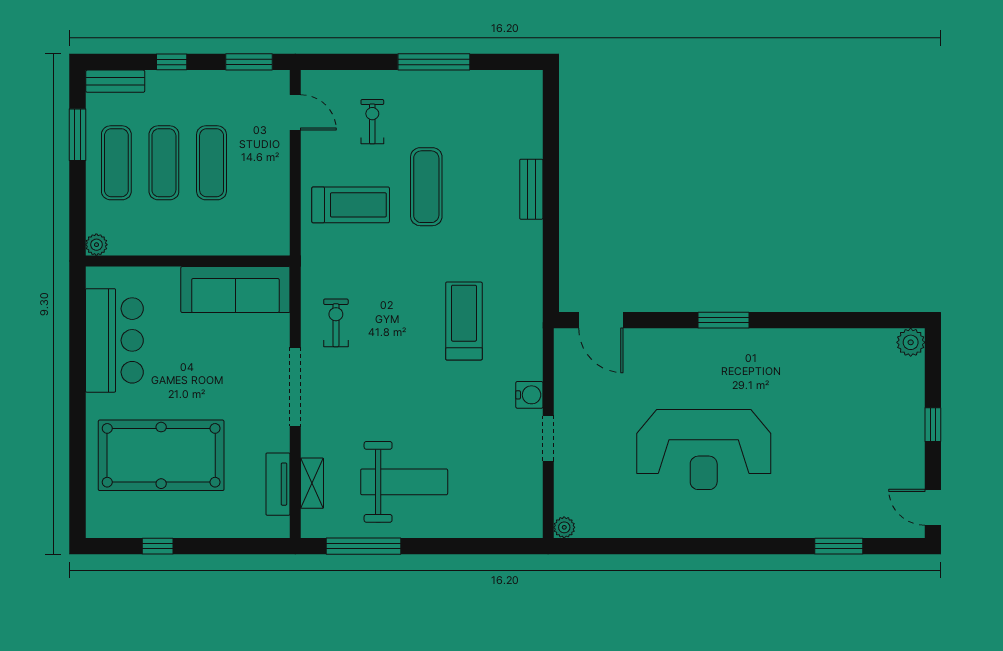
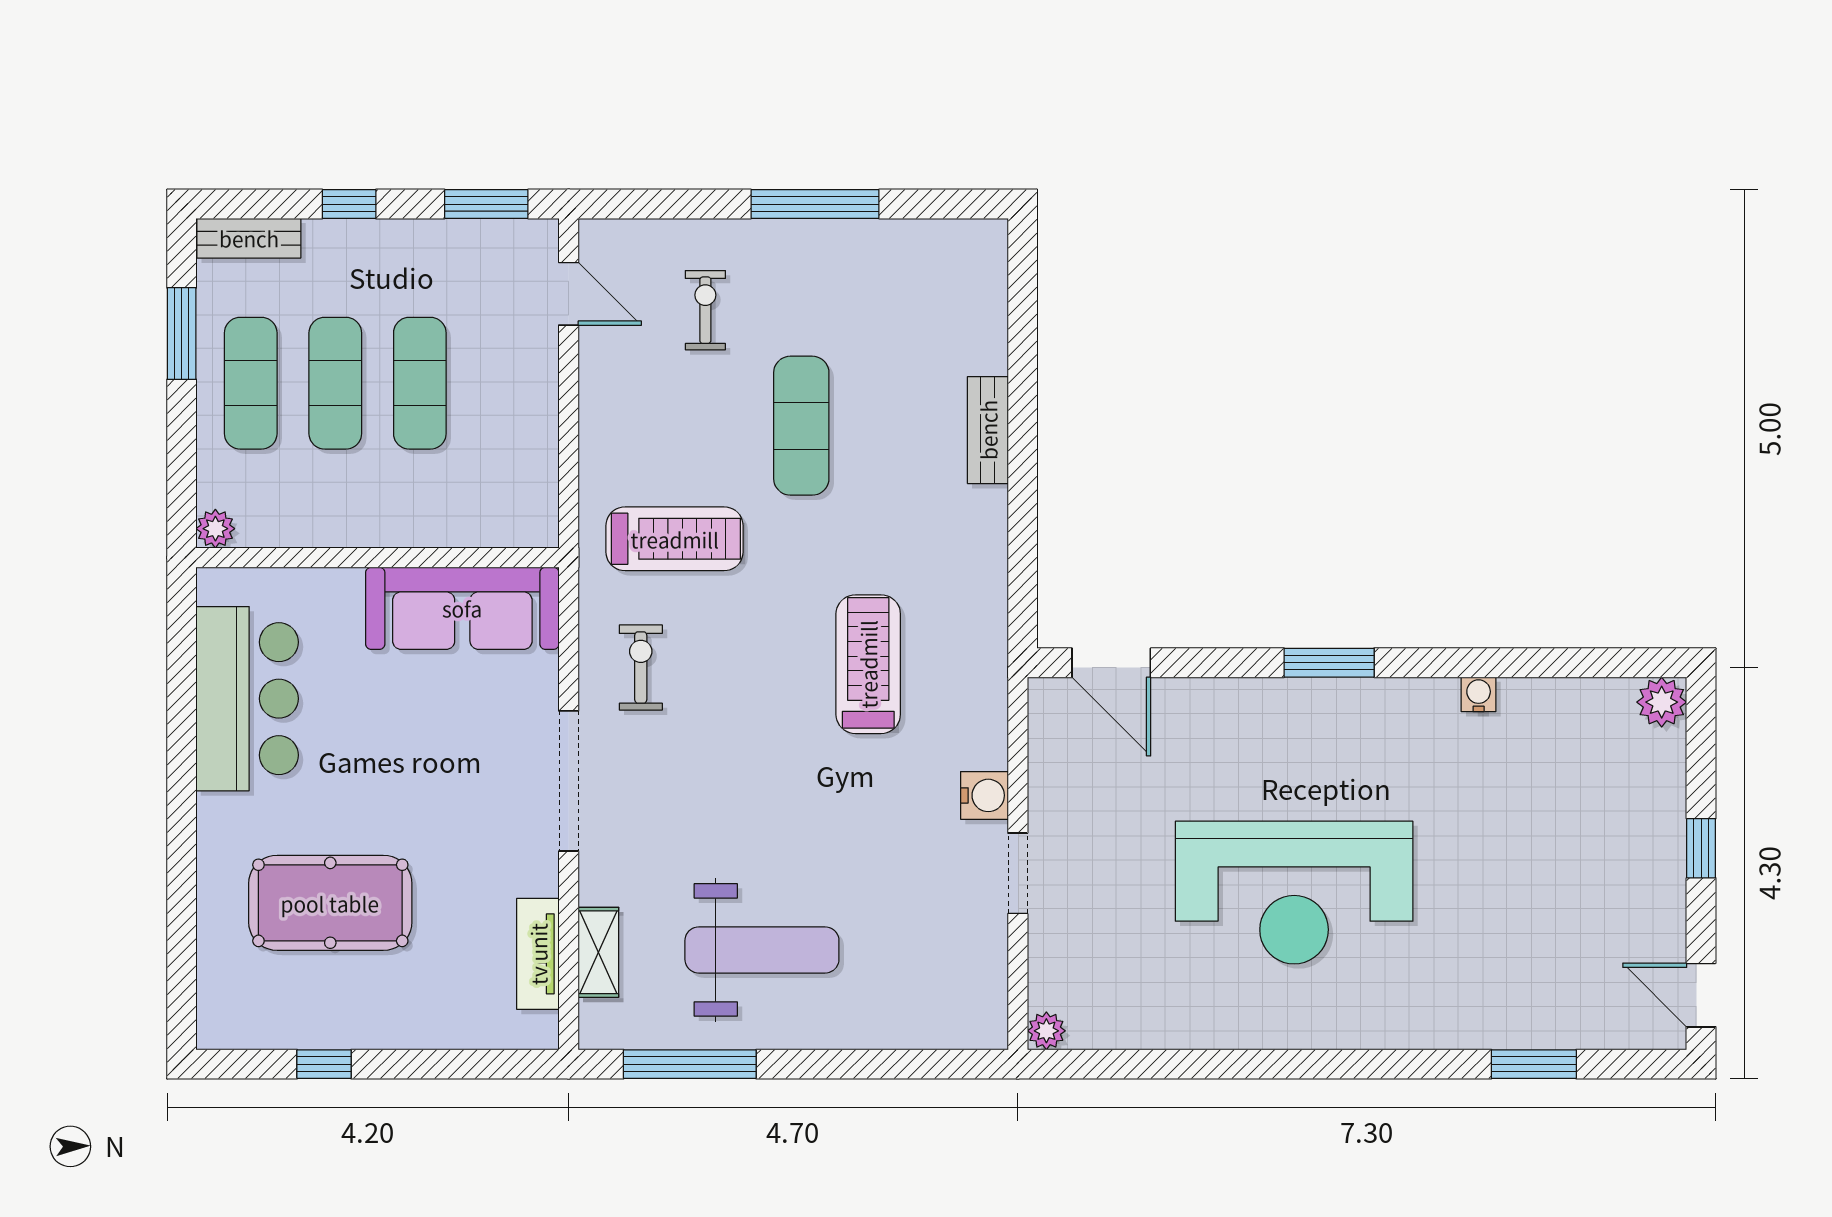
treadmill: (351, 205) -> (675, 539), moved
water cooler: (808, 338) -> (1479, 694), added
pool table: (161, 455) -> (330, 903), width x0.73, depth x0.76

